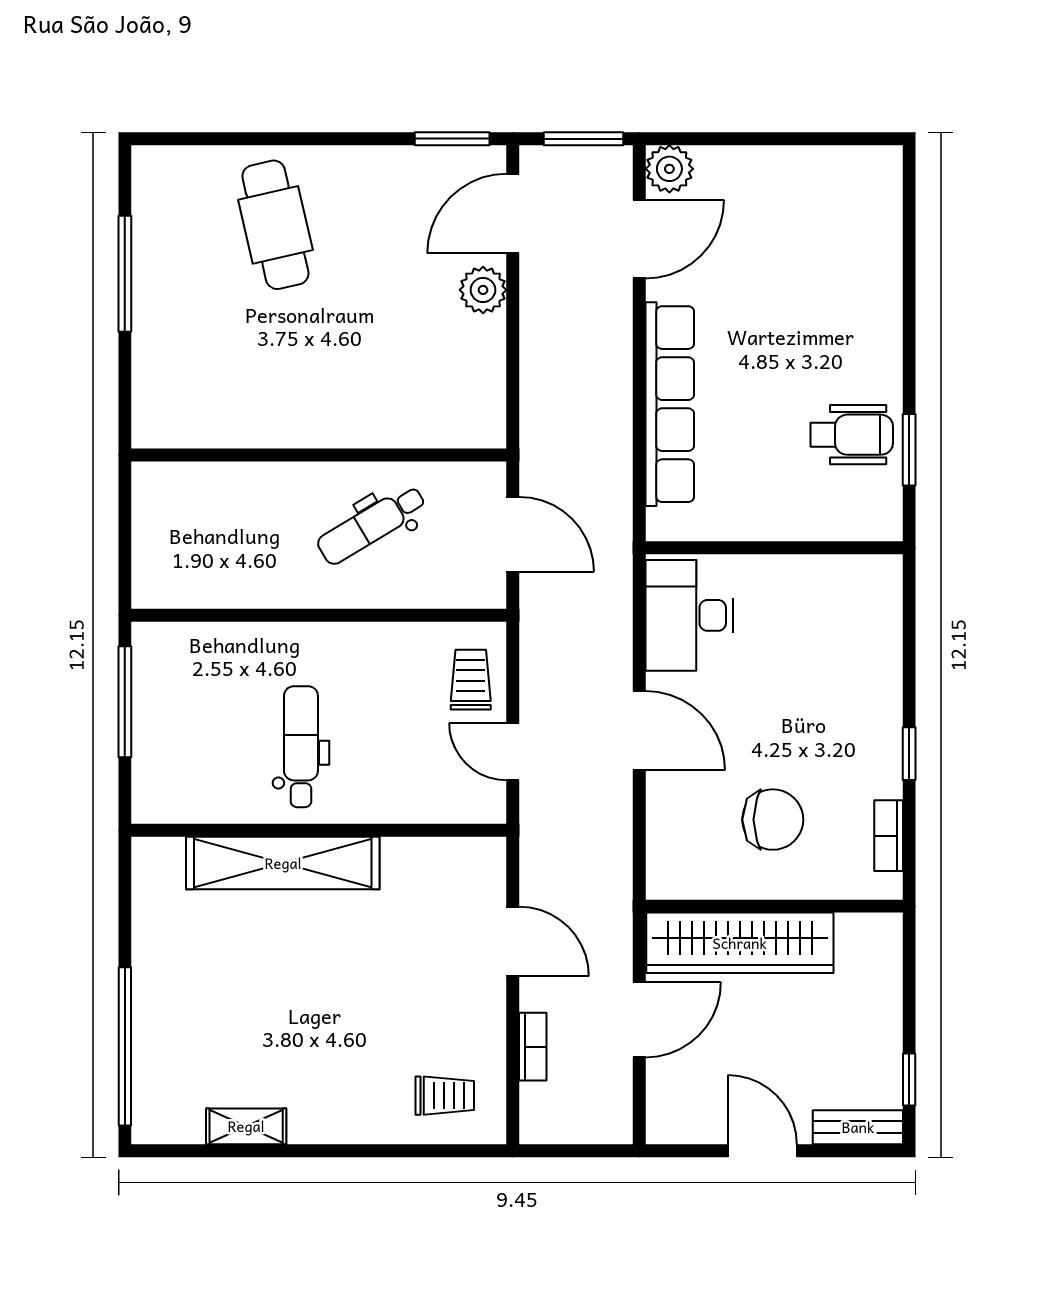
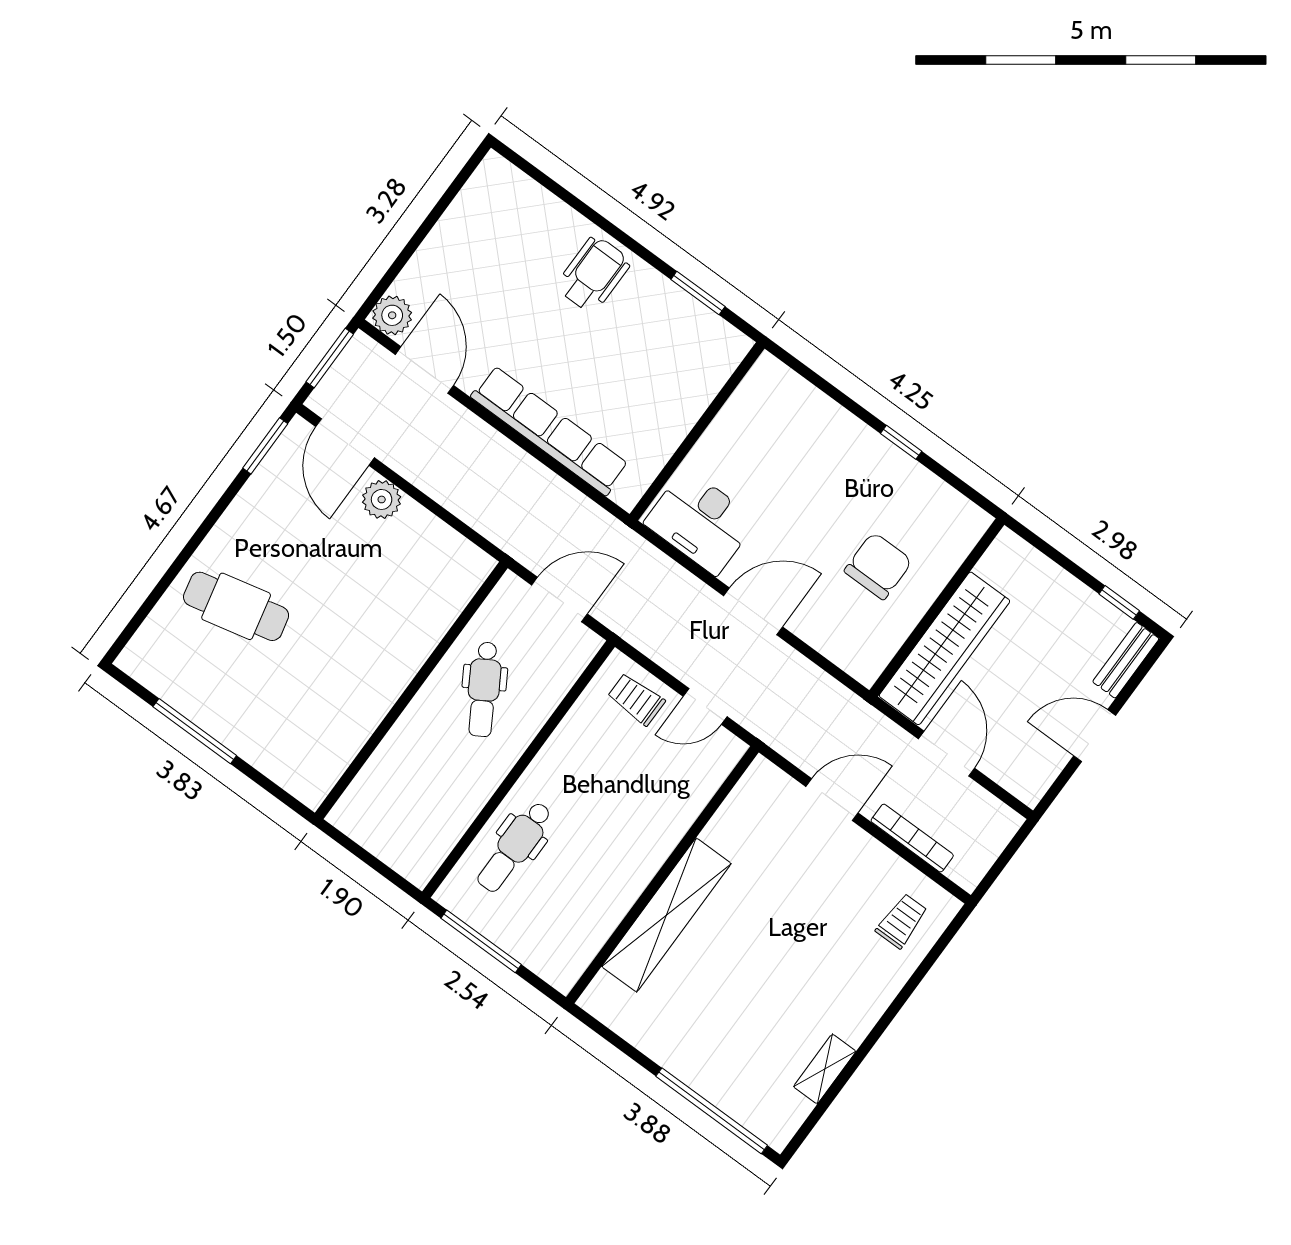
wheelchair: (852, 435) -> (593, 274), moved
dental chair: (301, 747) -> (514, 847), moved, turned -90
bookcase: (889, 836) -> (946, 496), removed
bookcase: (533, 1047) -> (912, 838), width x1.56

